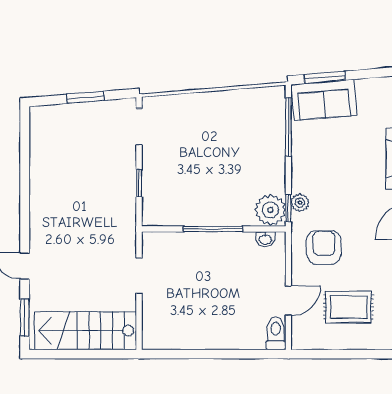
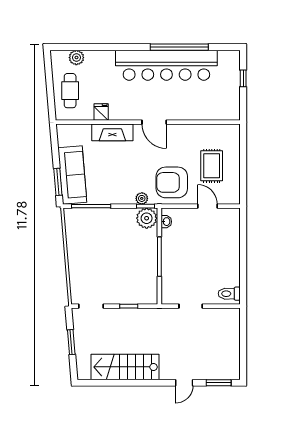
sofa: (324, 100) -> (72, 175), width x1.36
armchair: (324, 247) -> (172, 182), width x1.36, depth x1.36
stairs: (86, 331) -> (125, 367), moved, turned 90
toilet: (276, 333) -> (229, 294), moved

